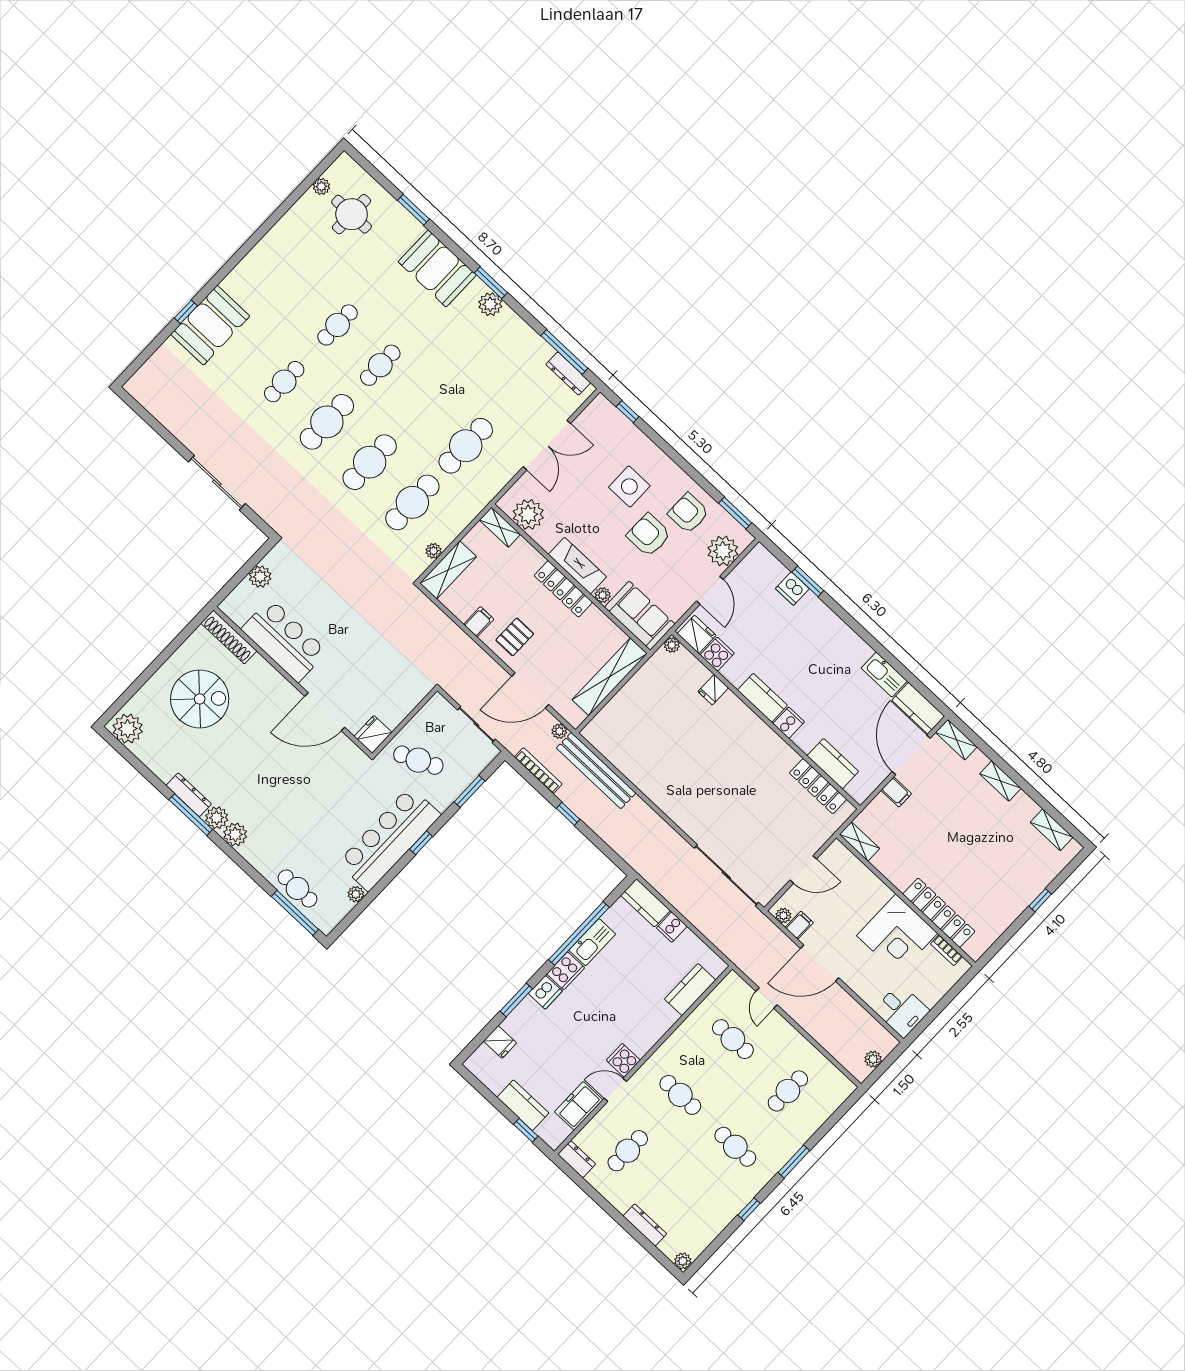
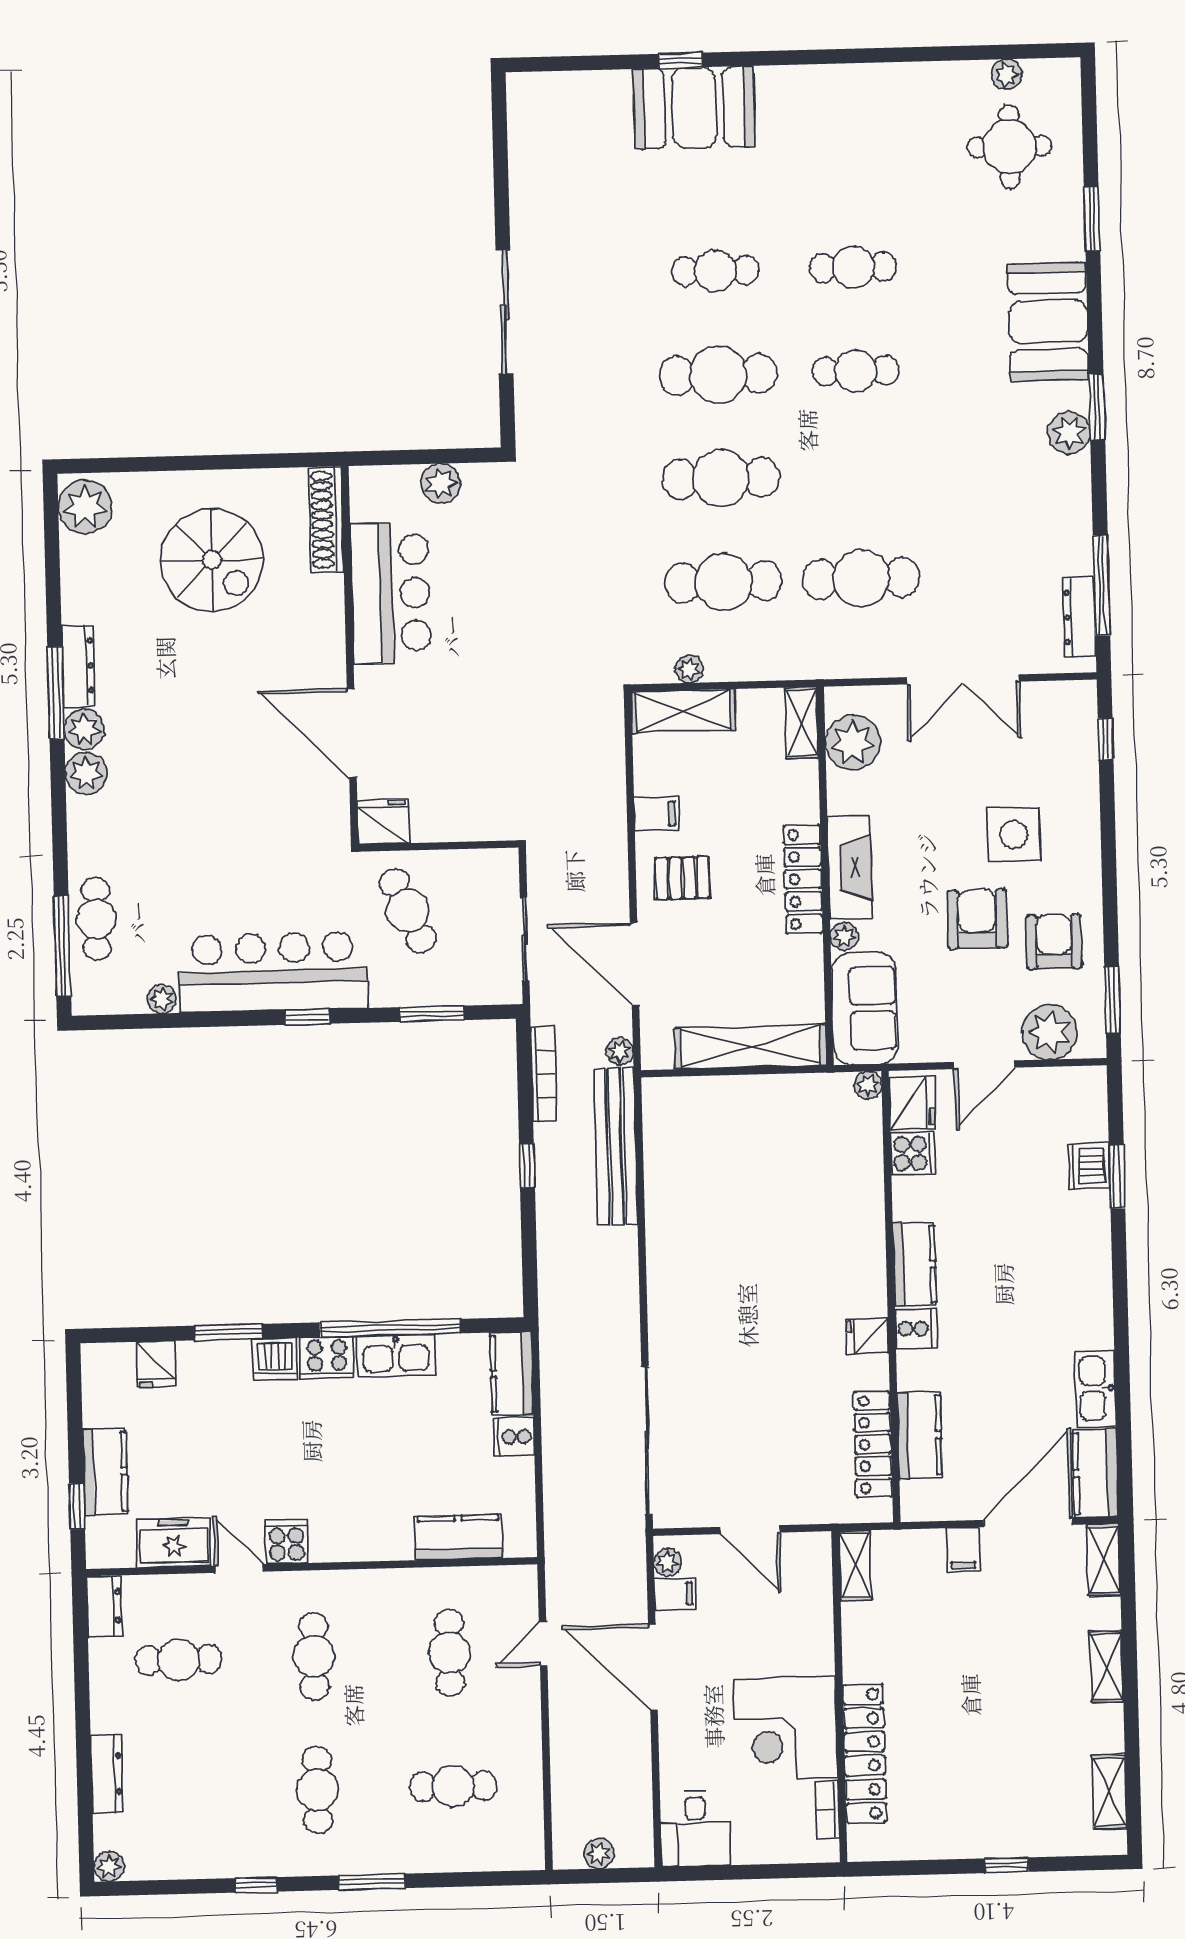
fridge: (713, 690) -> (867, 1336), moved

